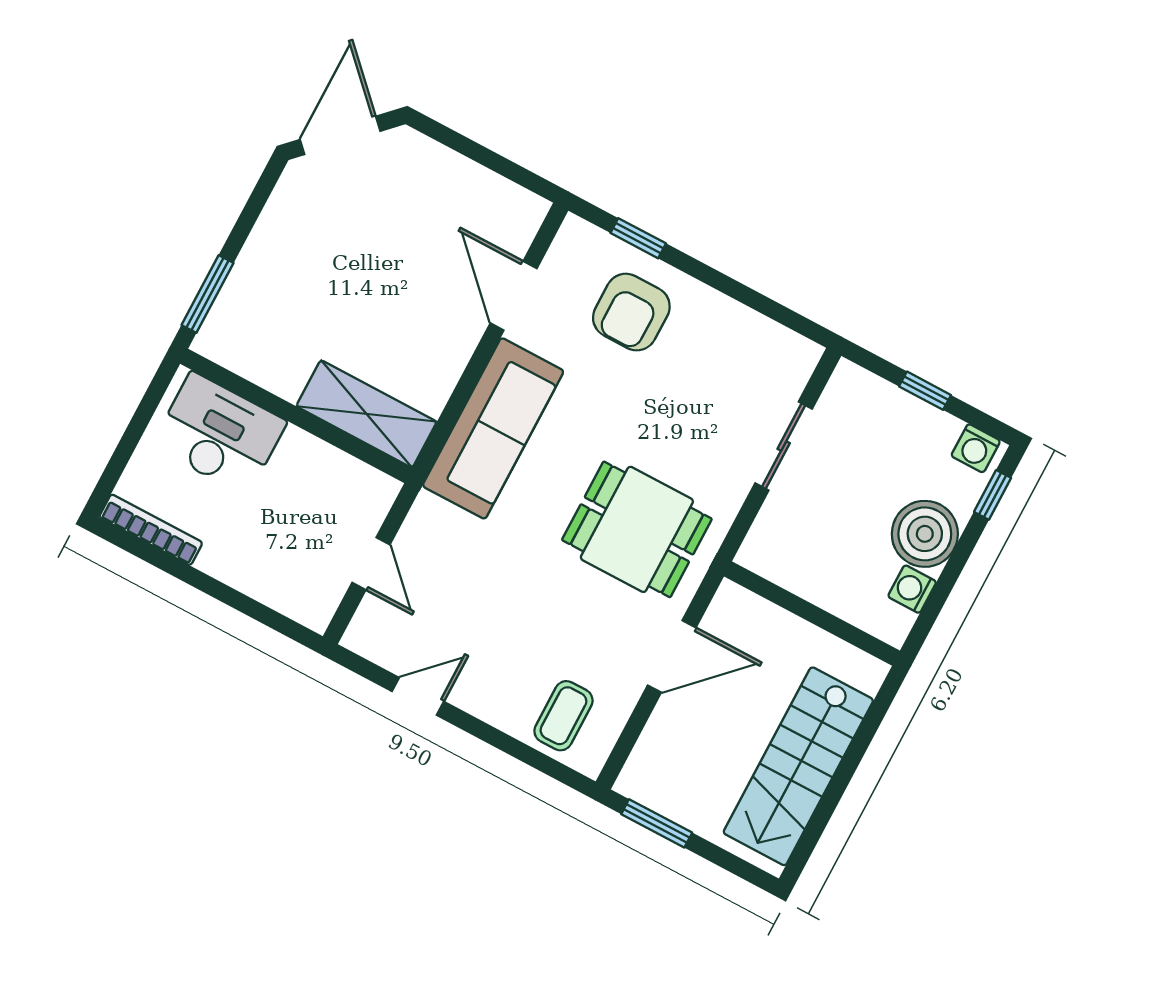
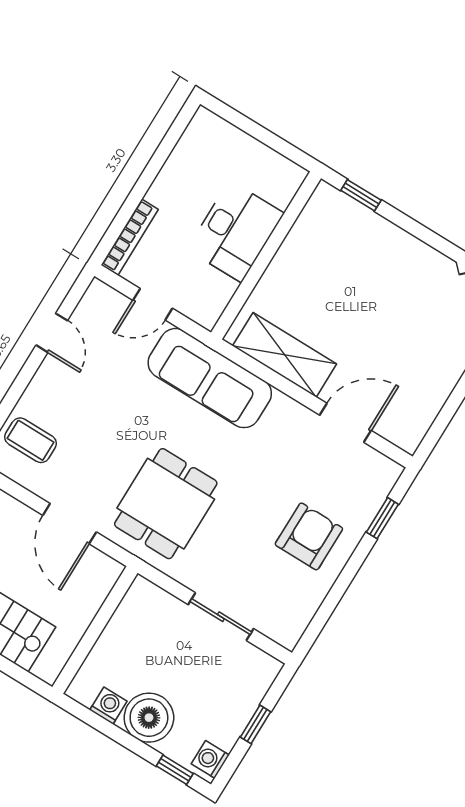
window: (208, 294) -> (361, 195), width x0.67
armchair: (631, 312) -> (309, 536), moved, turned 90
shelving: (366, 414) -> (285, 355), moved, turned 90
sofa: (493, 428) -> (210, 378), moved
desk: (219, 434) -> (236, 231), moved
bookcase: (151, 530) -> (130, 237), moved

